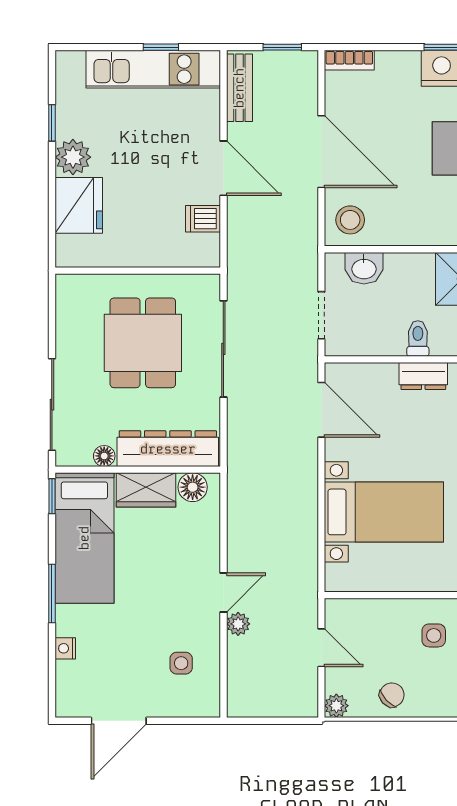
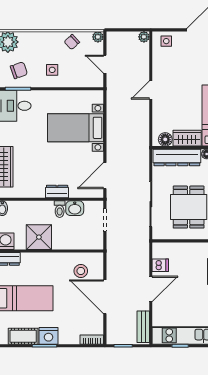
door: (223, 168) -> (151, 289), swing flipped
stool: (350, 220) -> (81, 271), moved
washbasin: (364, 268) -> (75, 208), moved, turned 180
door: (321, 410) -> (105, 176), hinge flipped
plant: (238, 624) -> (144, 37), moved
side table: (181, 663) -> (166, 41), moved

